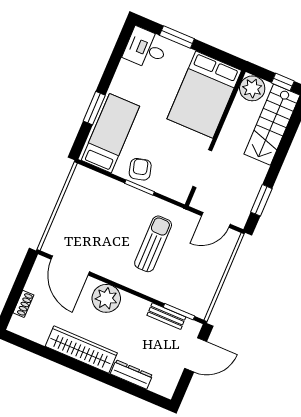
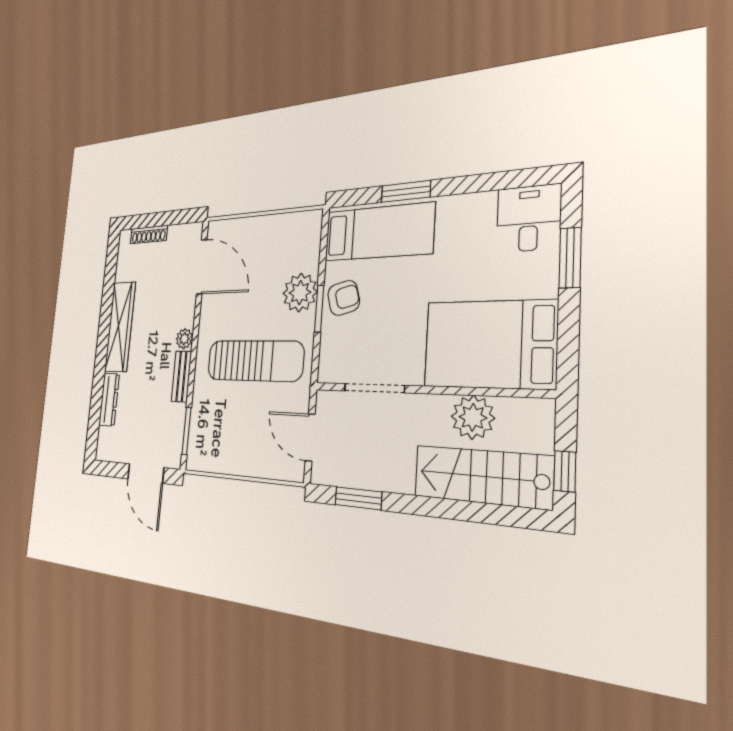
plant: (252, 88) -> (473, 417), moved
plant: (123, 197) -> (300, 293), added
sun lounger: (153, 244) -> (255, 361), width x1.36, depth x1.34
door: (70, 265) -> (202, 267), swing flipped
plant: (106, 298) -> (184, 339), width x0.53, depth x0.53
shoe rack: (23, 304) -> (149, 235), width x1.43
bench: (166, 316) -> (181, 376), moved

